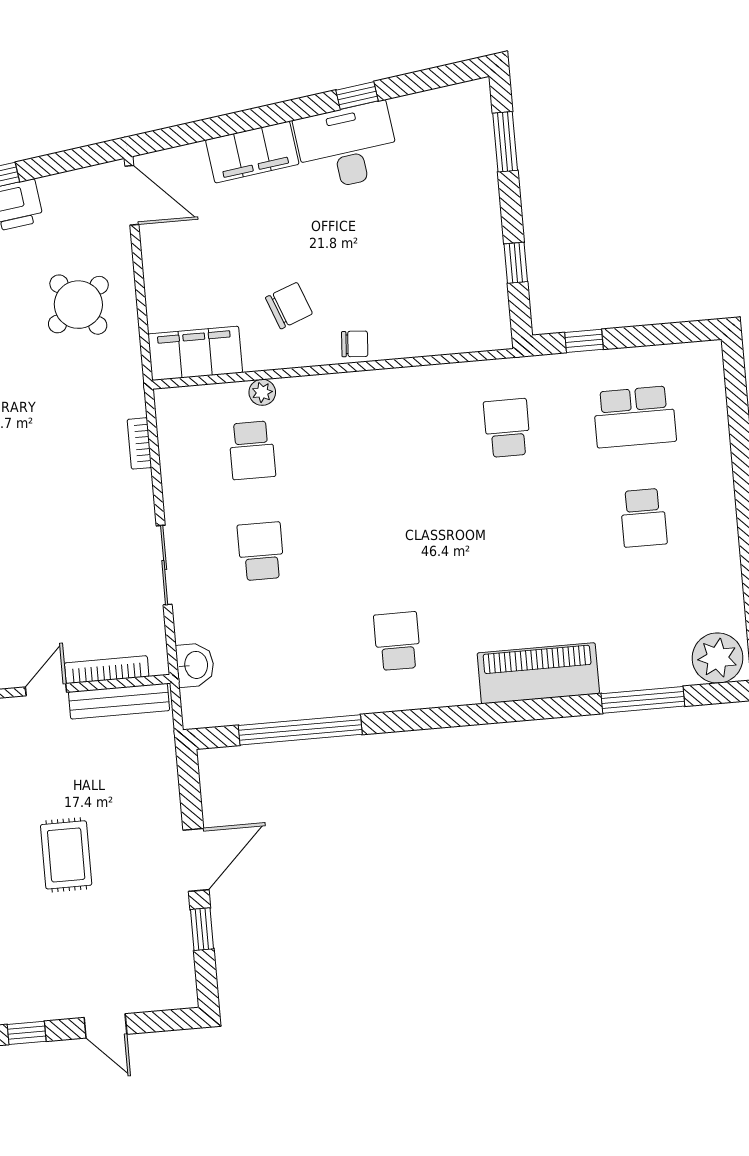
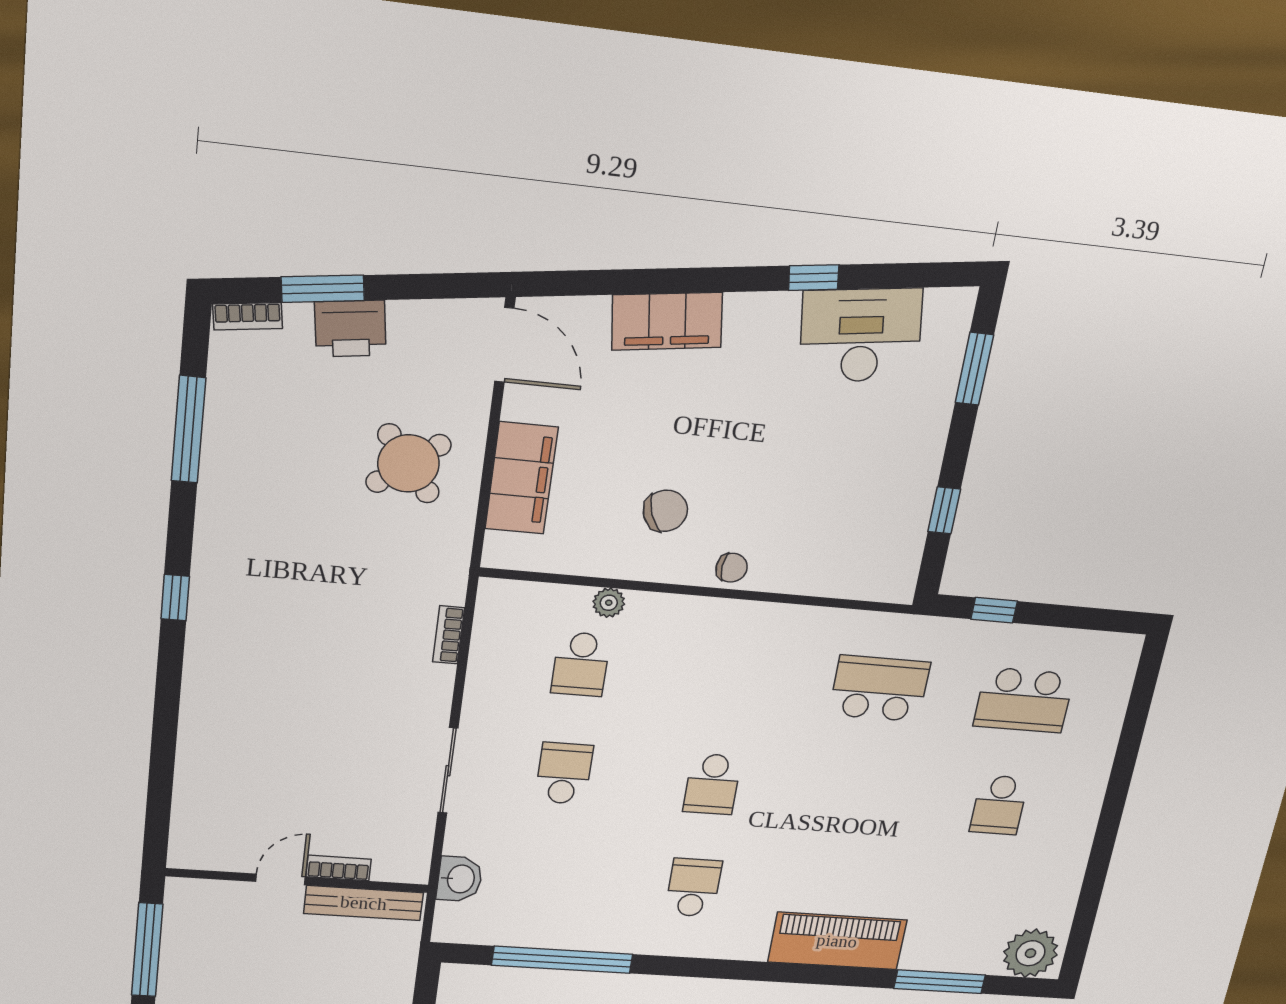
desk: (347, 147) -> (861, 335), moved
filing cabinet: (195, 353) -> (521, 478), moved, turned 90
school desk: (507, 428) -> (879, 688), width x1.85
school desk: (388, 540) -> (712, 784), added
bookcase: (107, 670) -> (339, 868), width x0.64

